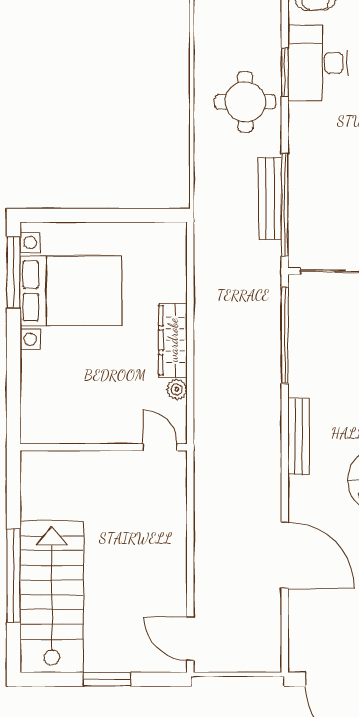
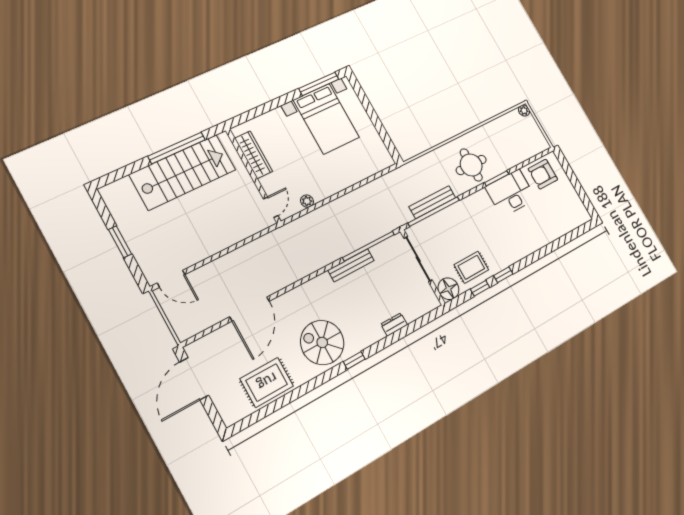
wardrobe: (173, 340) -> (254, 155), moved, turned 90
bench: (299, 436) -> (351, 265), moved
window: (13, 576) -> (177, 148), moved
stairs: (52, 597) -> (183, 172), moved
door: (190, 639) -> (171, 279), swing flipped

